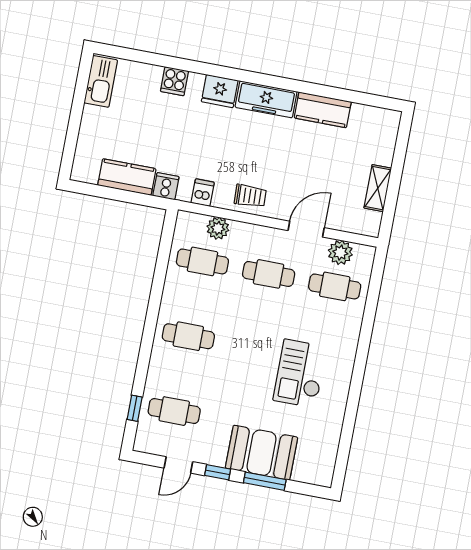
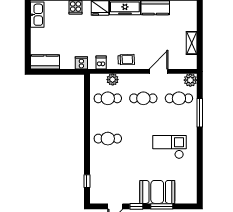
kitchen counter: (127, 177) -> (45, 62), moved
plant: (340, 253) -> (190, 80), moved
window: (368, 321) -> (200, 113), added
checkout: (300, 373) -> (169, 147), turned 90
cafe table: (174, 411) -> (108, 179), removed

